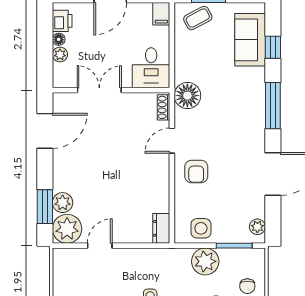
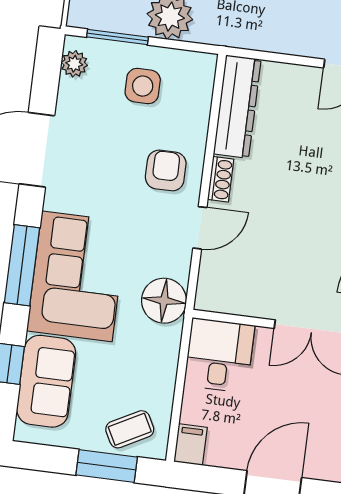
corner sofa: (240, 103) -> (77, 276), added
shoe rack: (164, 107) -> (221, 179), moved
dresser: (161, 228) -> (237, 107), width x1.96, depth x1.24
side table: (201, 228) -> (143, 86), moved

